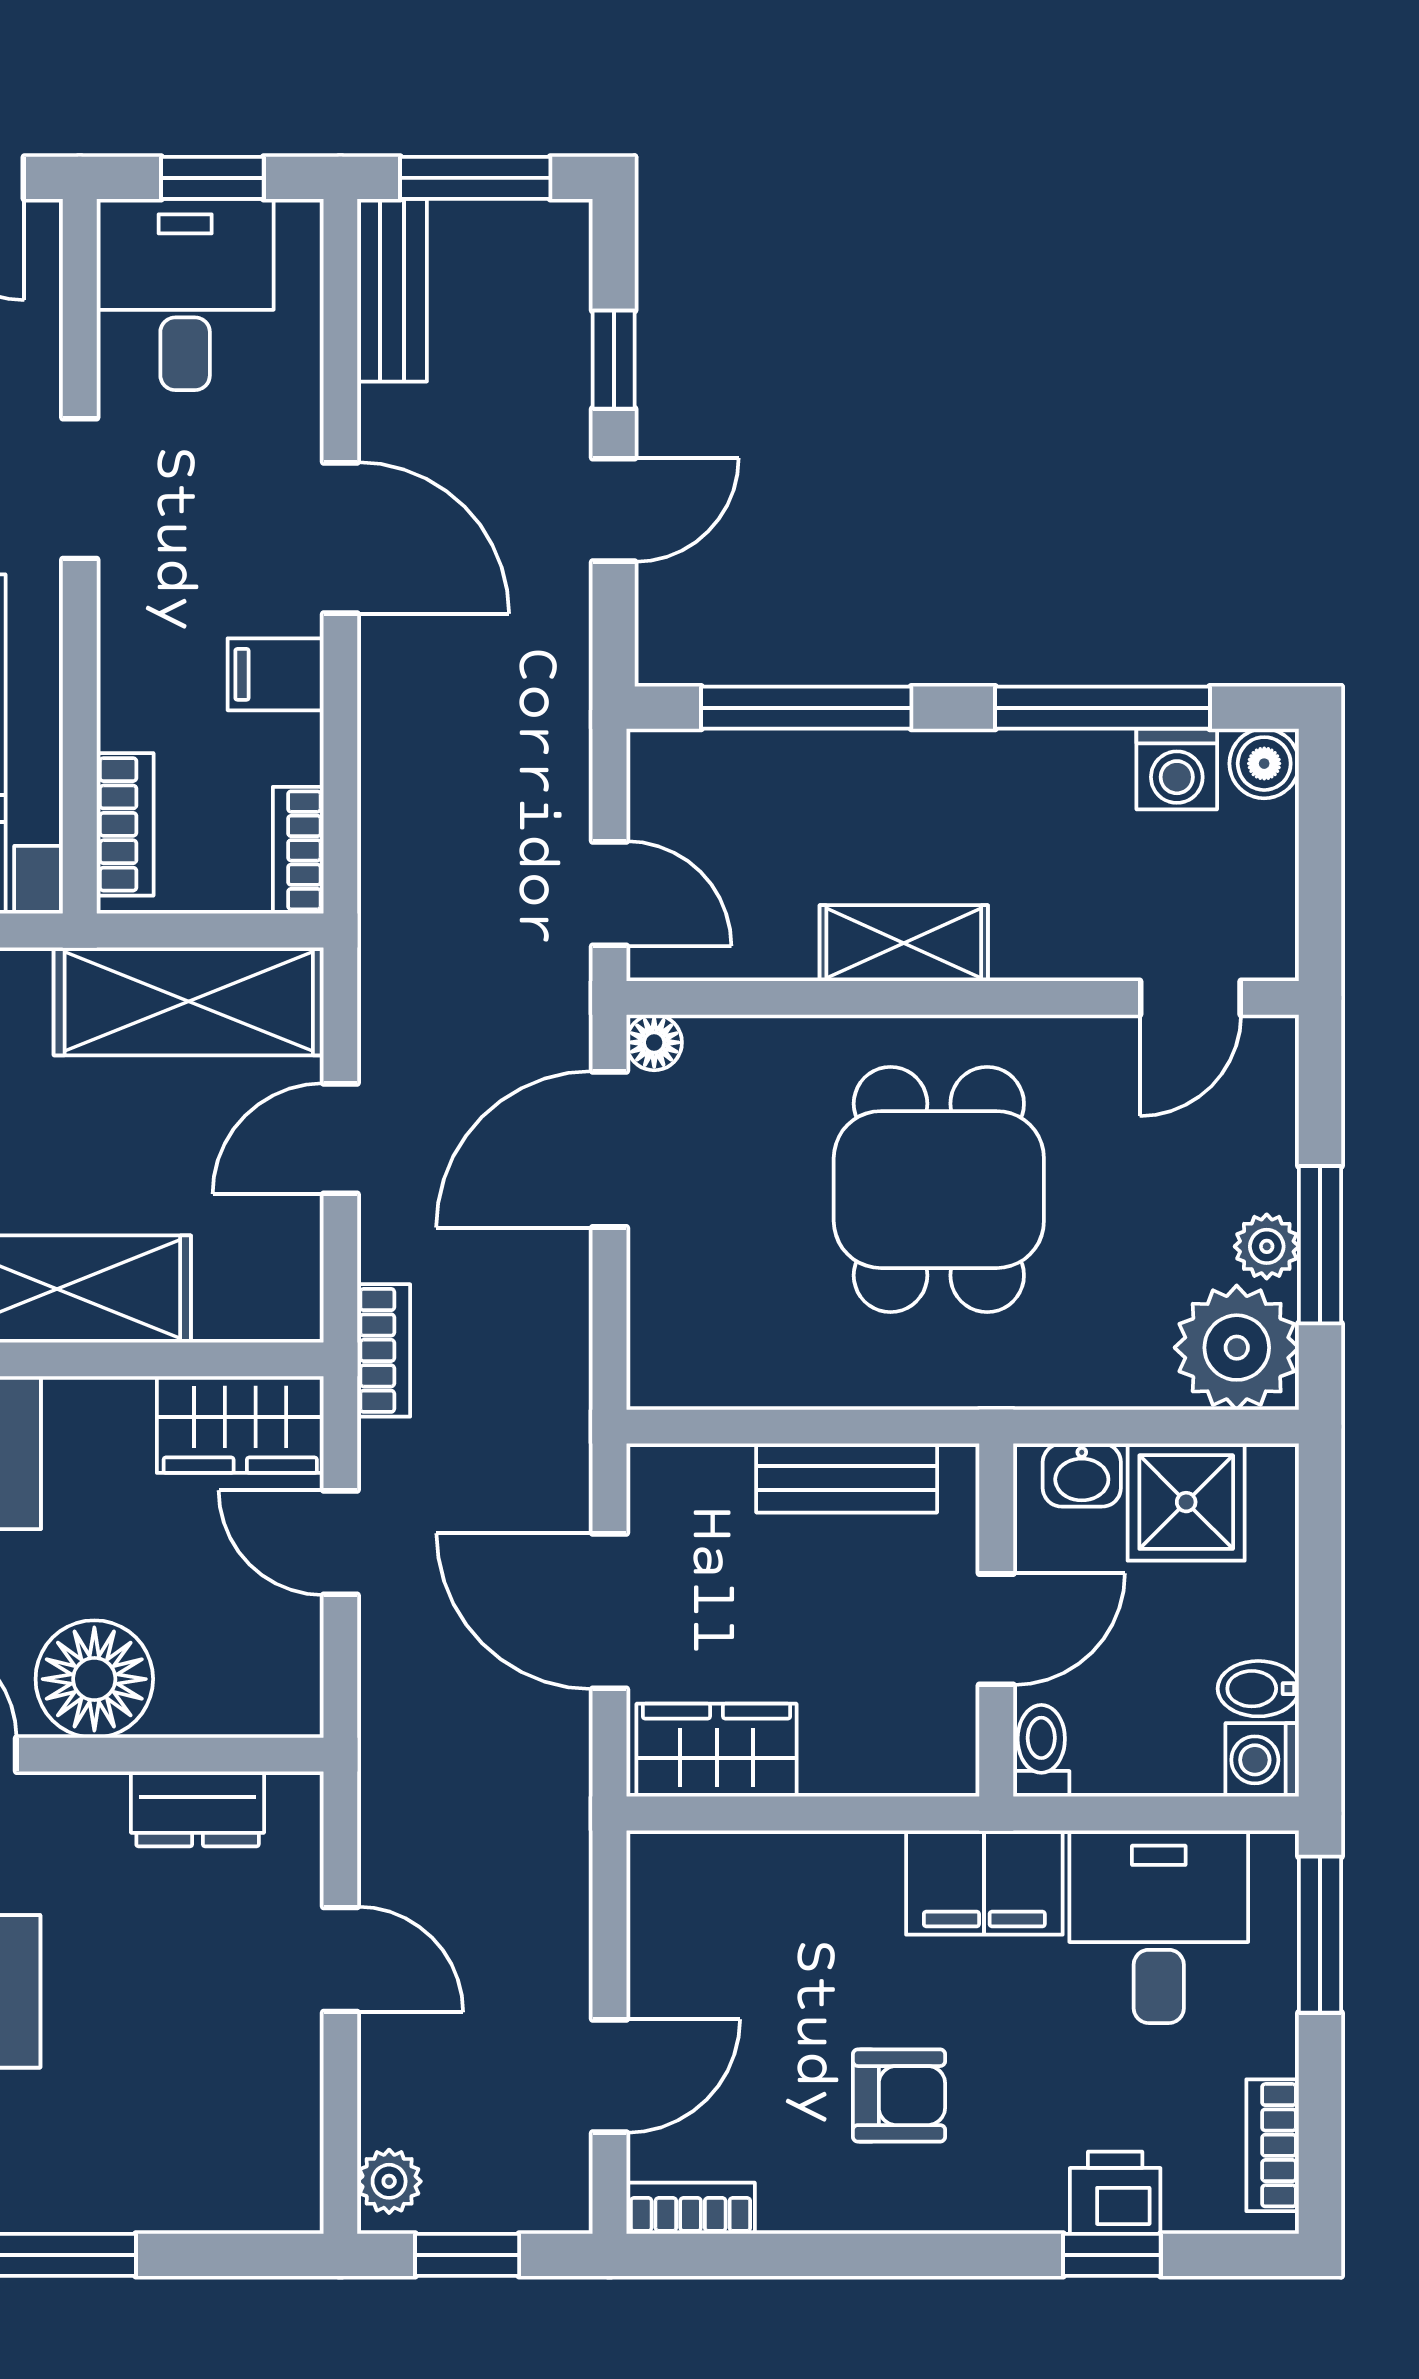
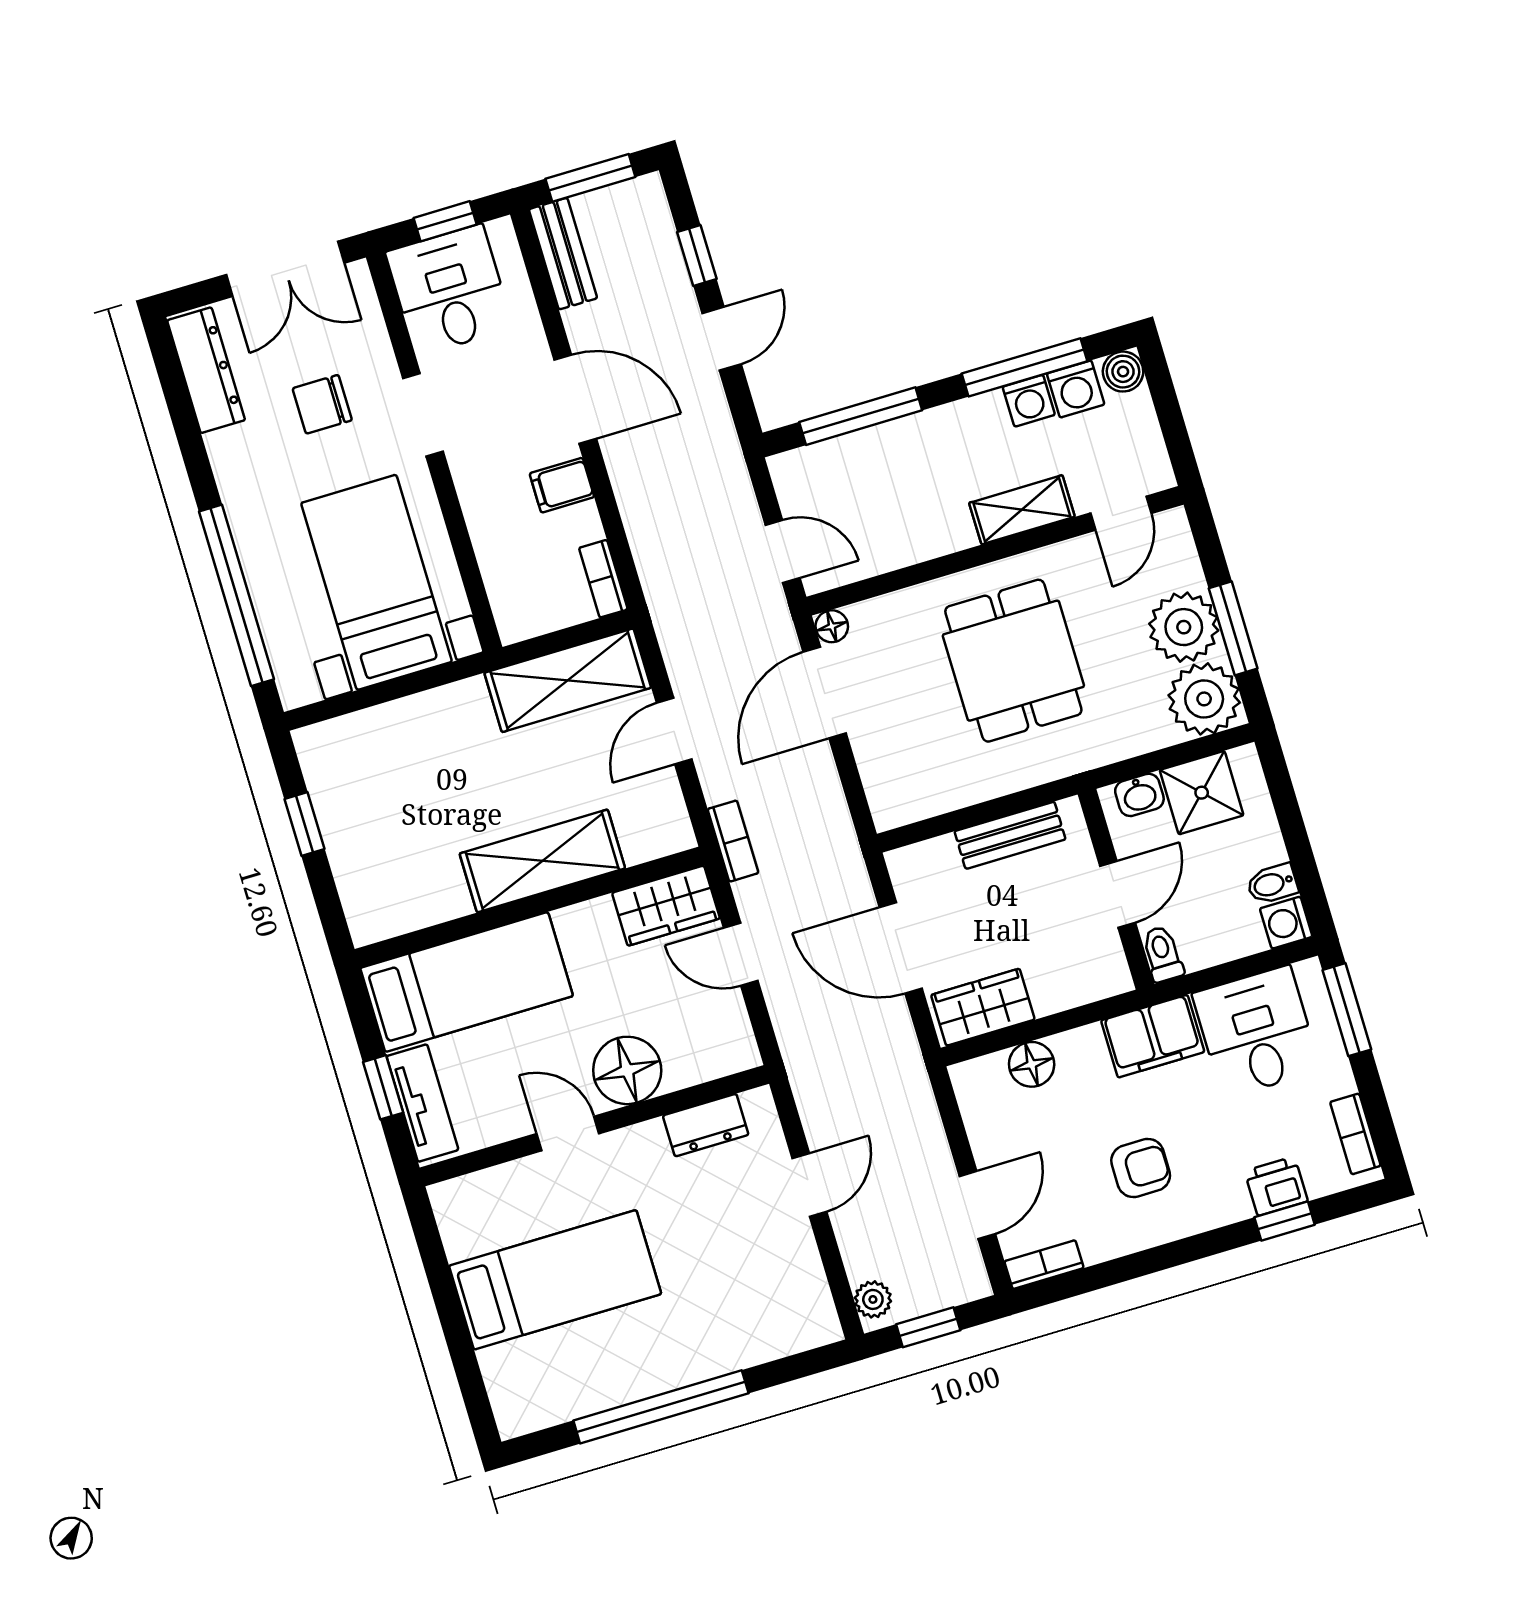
washing machine: (1093, 765) -> (1029, 401), added
bookcase: (125, 824) -> (503, 593), removed
shelving: (904, 943) -> (1022, 510), moved
plant: (1267, 1246) -> (1184, 627), width x1.88, depth x1.88
floor lamp: (769, 1869) -> (1032, 1064), added
door: (340, 1960) -> (809, 1185), hinge flipped

